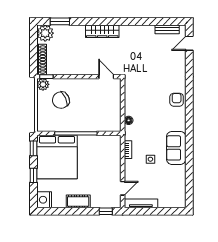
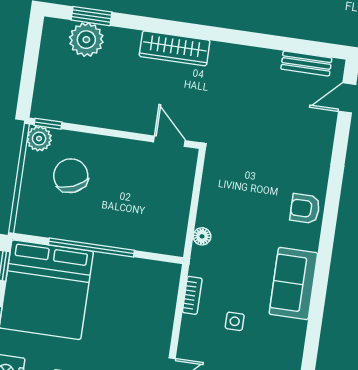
plant: (45, 33) -> (86, 40), moved
shoe rack: (42, 60) -> (43, 88), removed
chair: (61, 100) -> (71, 176), turned 93
armchair: (177, 100) -> (305, 209), turned -90
sofa: (176, 148) -> (293, 283), moved

